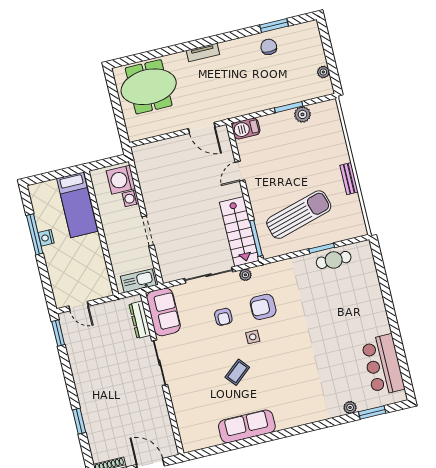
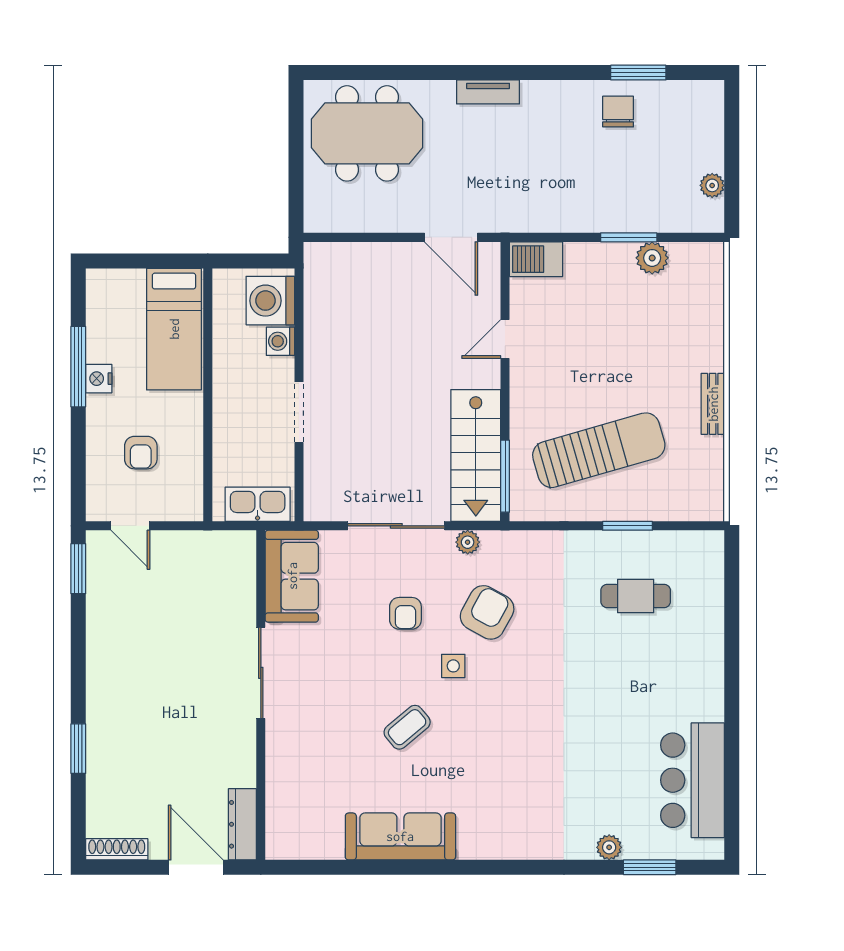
cafe table: (334, 260) -> (636, 596), moved
armchair: (75, 269) -> (141, 453), added
armchair: (263, 307) -> (487, 612), turned 119
dresser: (140, 320) -> (242, 824), moved

